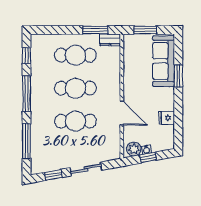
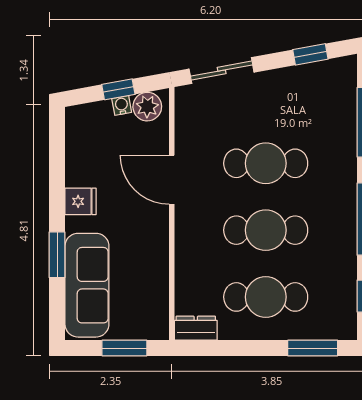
window: (95, 30) -> (313, 348), moved
fridge: (167, 118) -> (81, 201), moved
sliding door: (86, 169) -> (222, 71), moved

